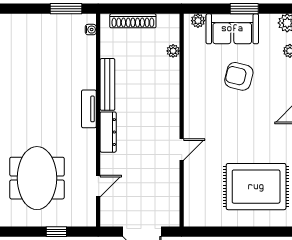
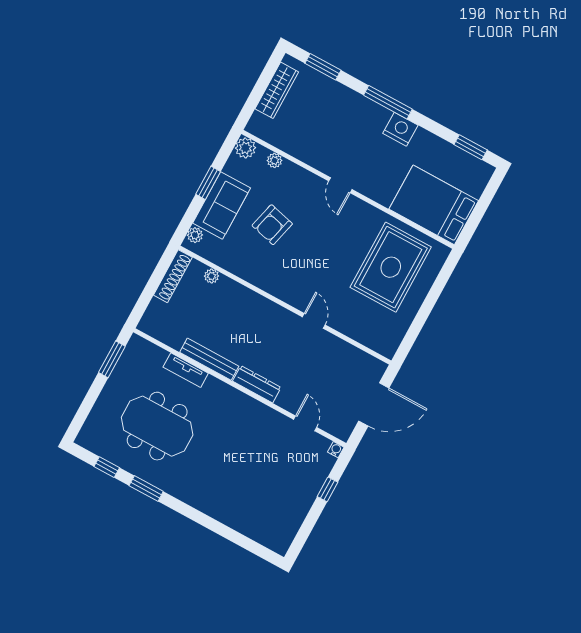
shoe rack: (133, 21) -> (173, 276), moved
water cooler: (91, 30) -> (336, 450), moved
tv unit: (89, 109) -> (186, 370), moved
meeting table: (37, 178) -> (157, 426), moved

